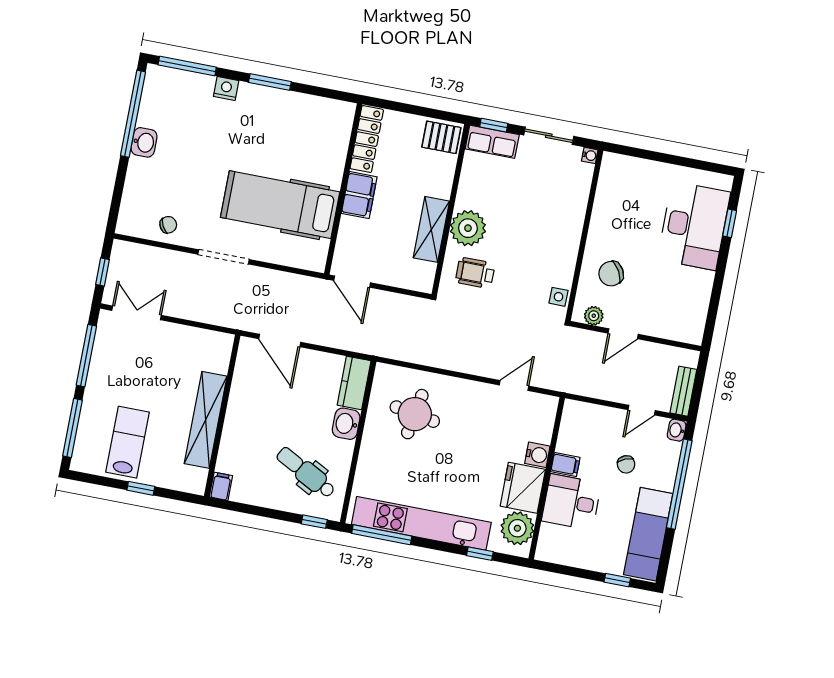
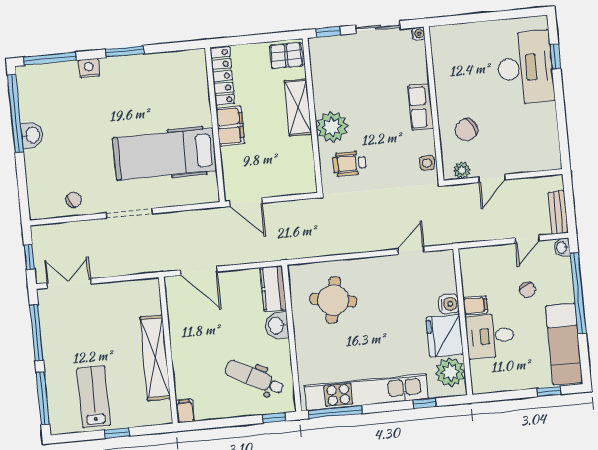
row of seats: (492, 142) -> (421, 107), moved, turned 90
shelving: (431, 229) -> (298, 107), moved

